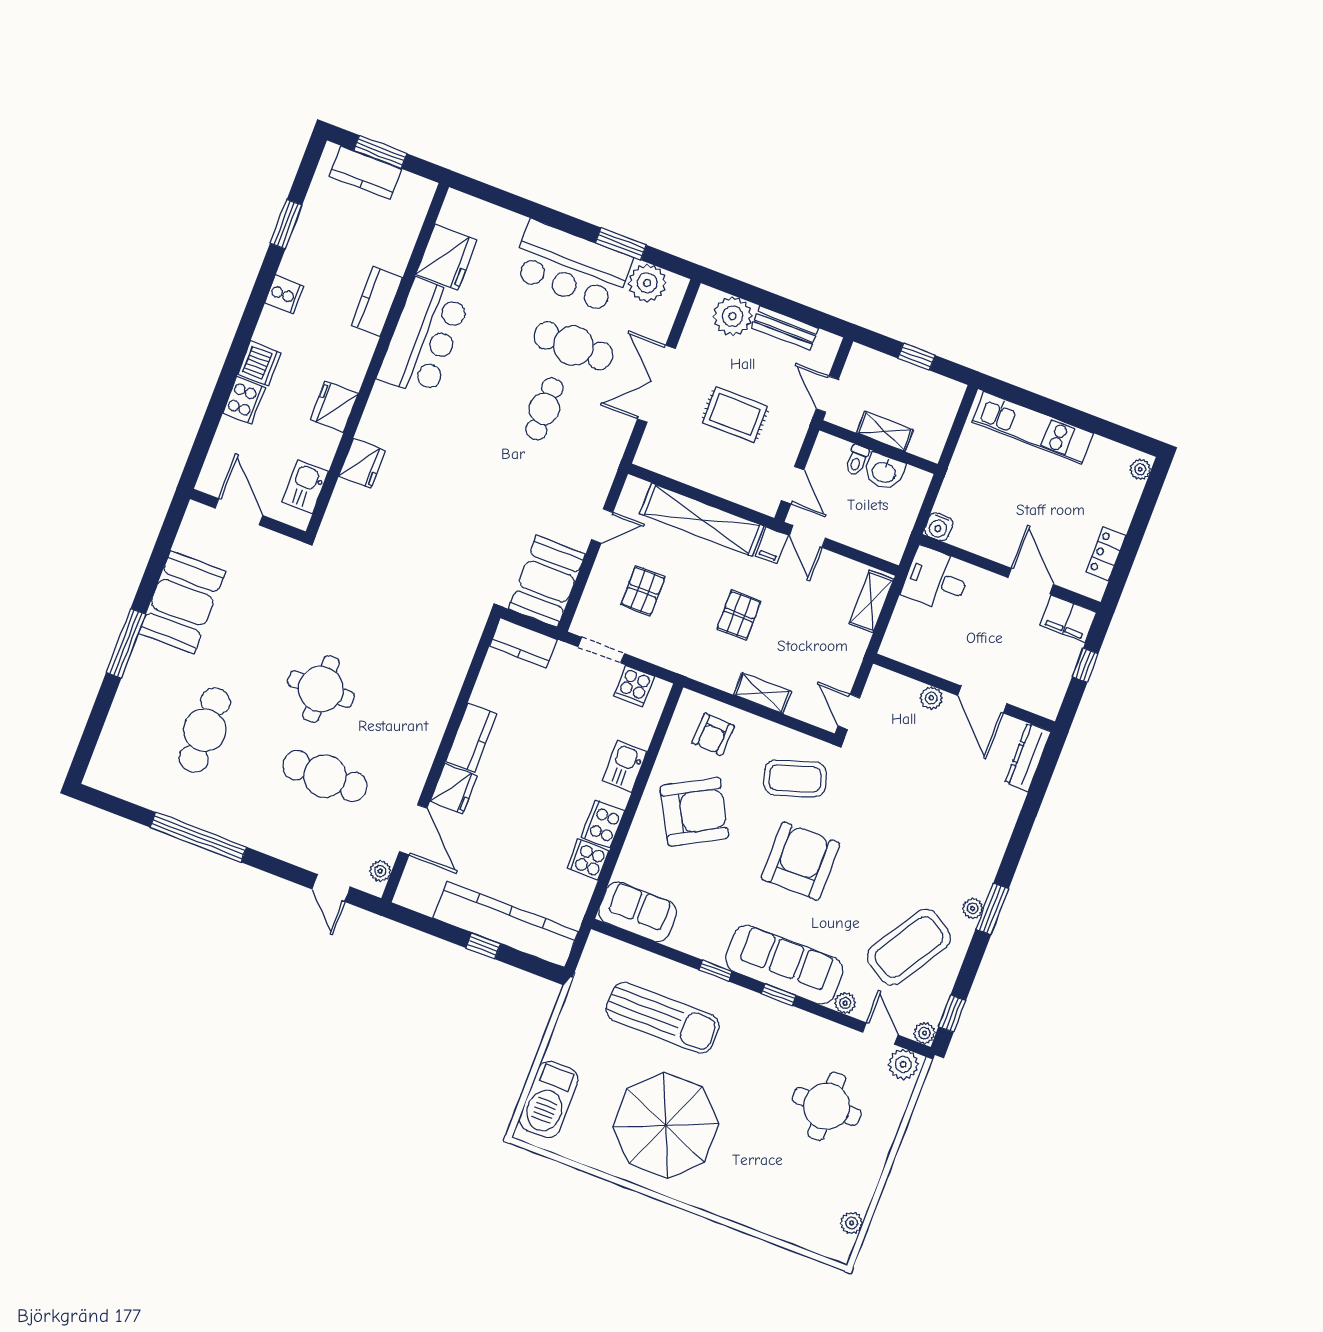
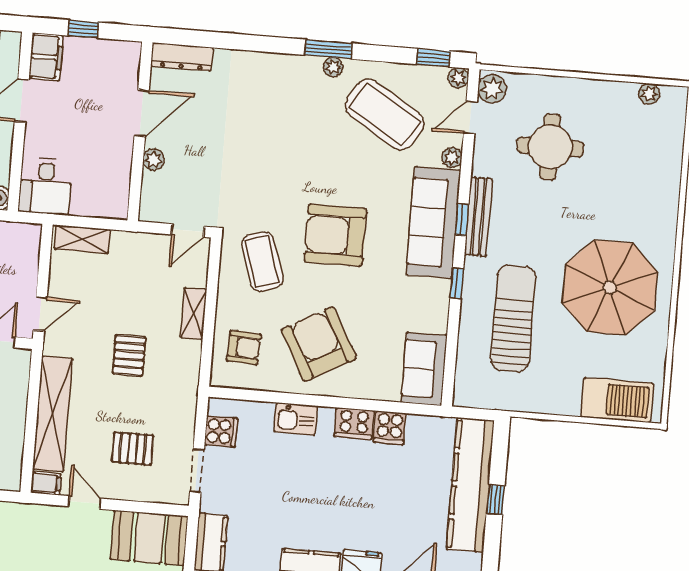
filing cabinet: (772, 545) -> (46, 483), moved
pallet: (739, 615) -> (129, 355), turned 90
bench: (777, 1012) -> (478, 217), added

